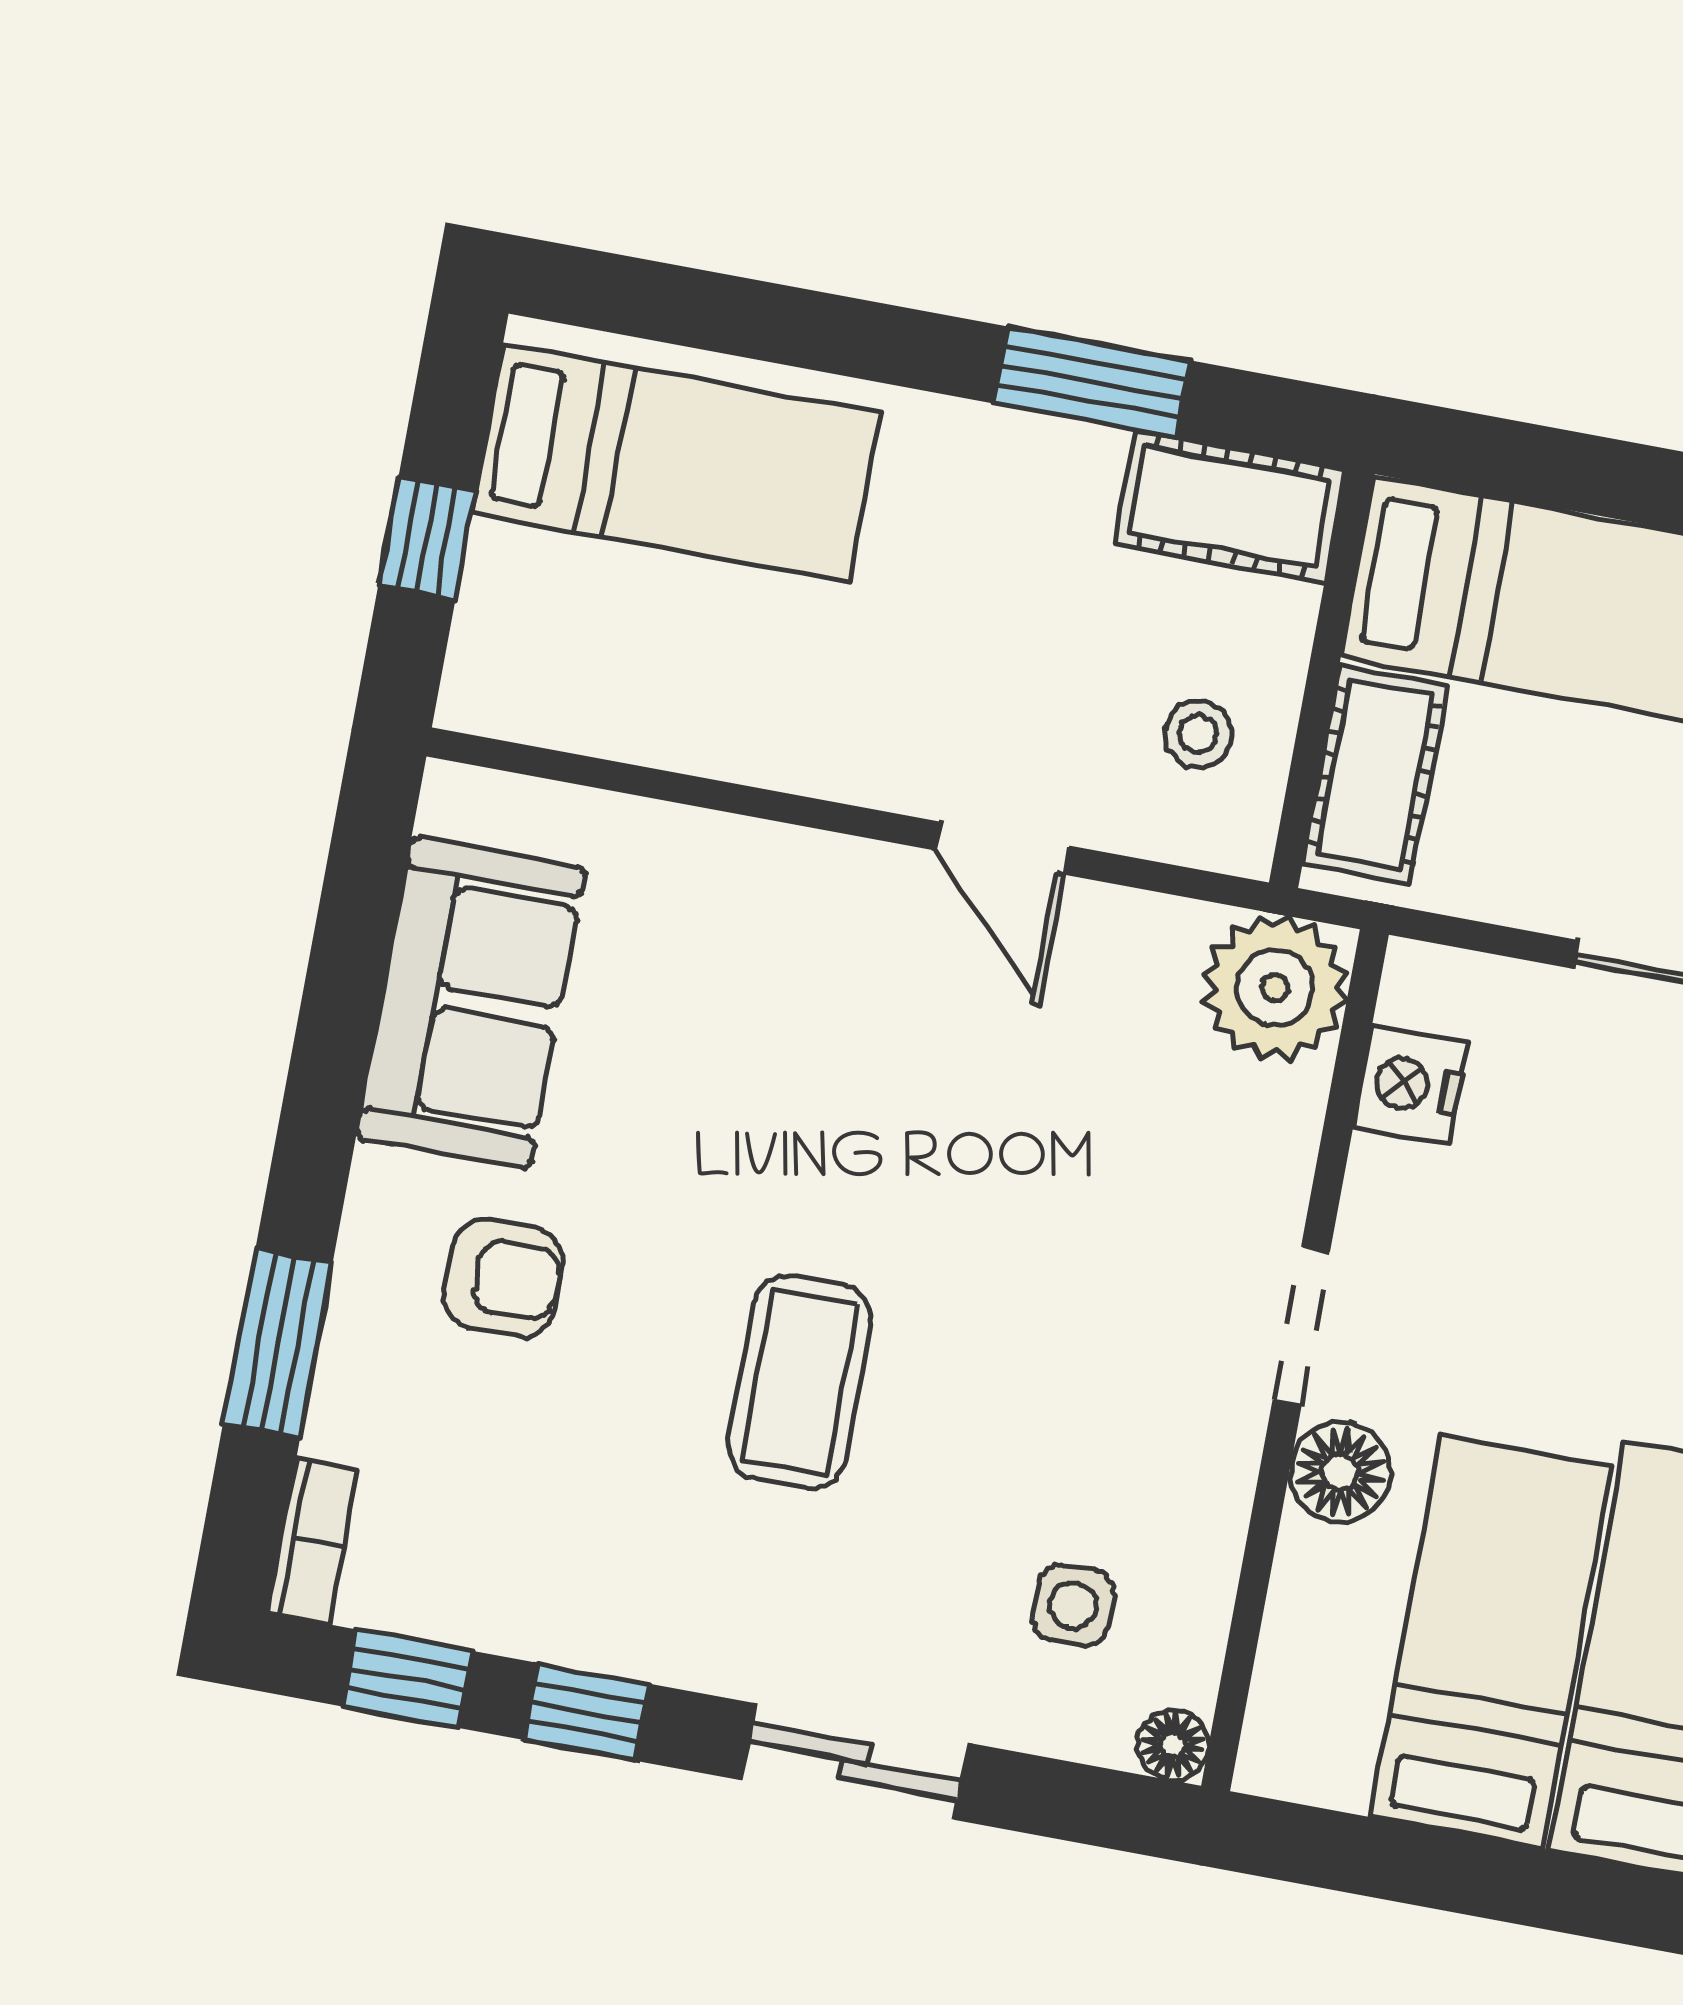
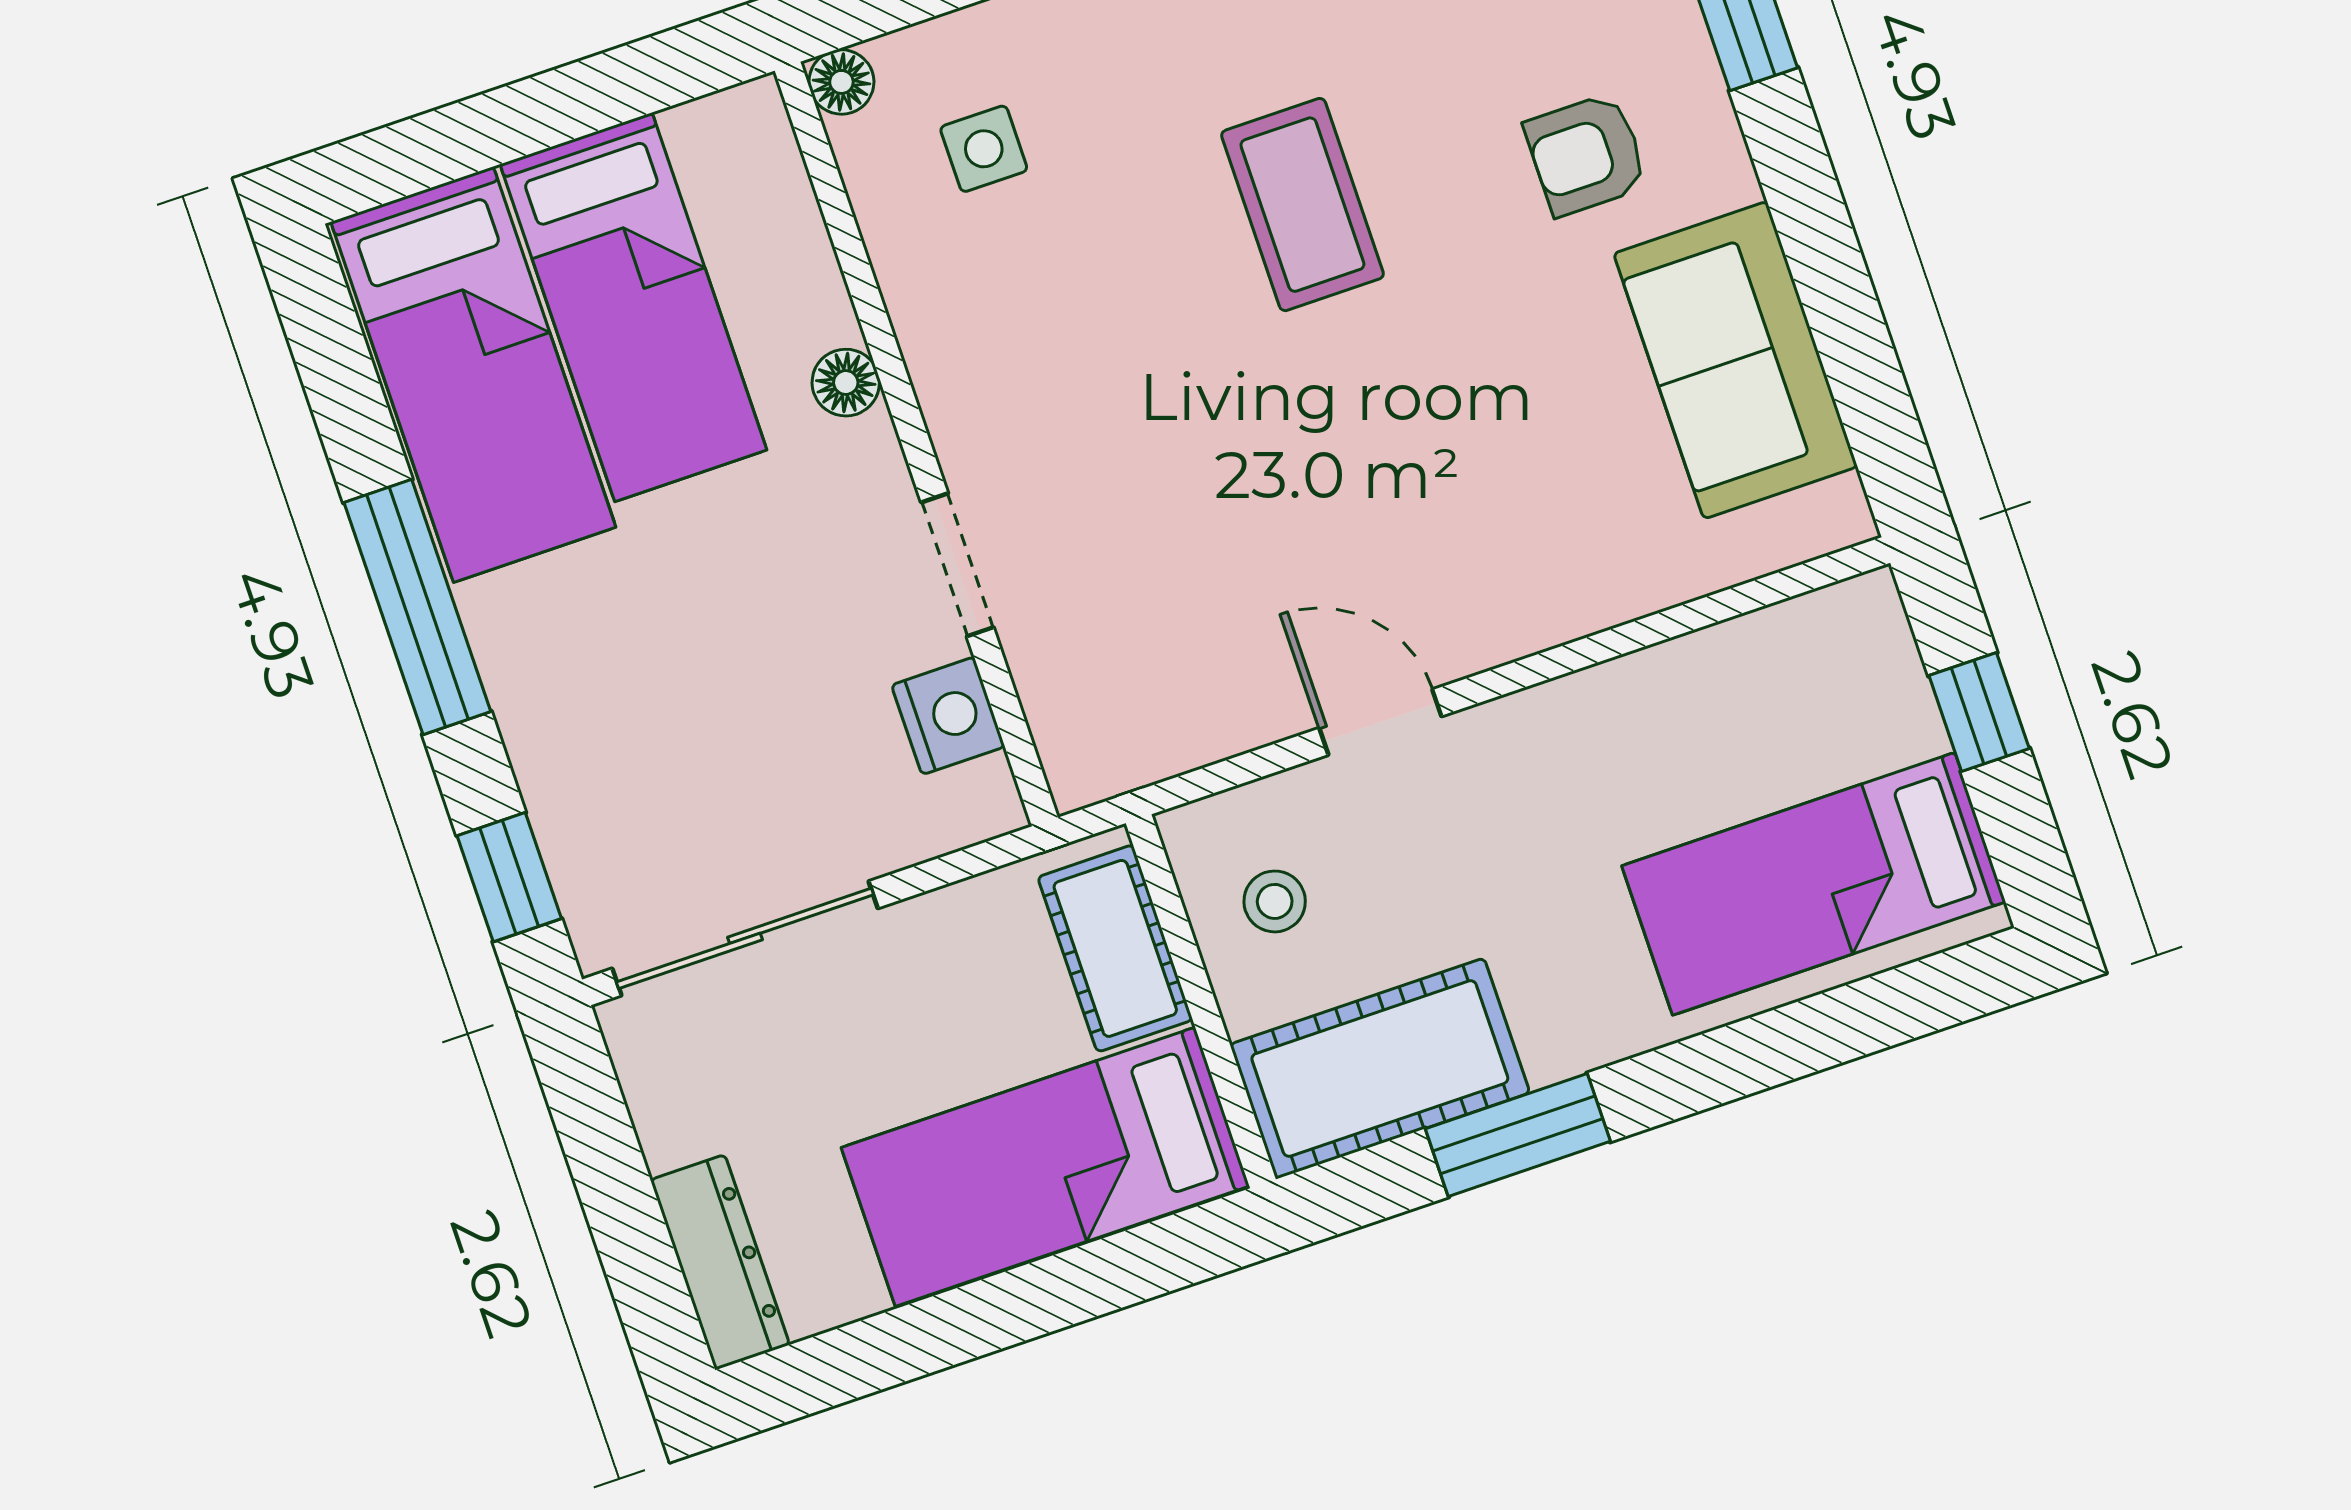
cot: (1230, 507) -> (1380, 1069), width x1.37, depth x1.34
plant: (1275, 988) -> (1099, 733), removed
doorway: (1301, 1326) -> (957, 565), moved
floor lamp: (1340, 1472) -> (846, 383), width x0.73, depth x0.73

